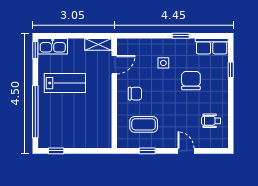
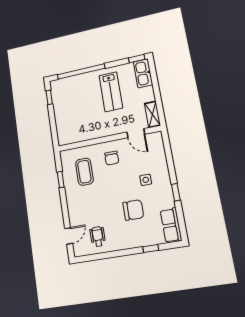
door: (186, 151) -> (69, 236), moved

